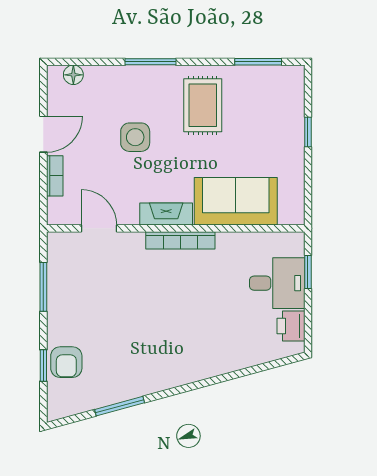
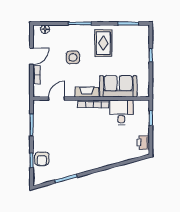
door: (99, 228) -> (57, 99), hinge flipped
desk: (277, 283) -> (121, 112), moved, turned -90

